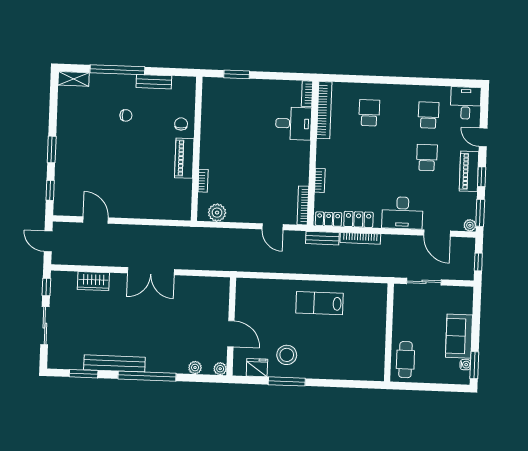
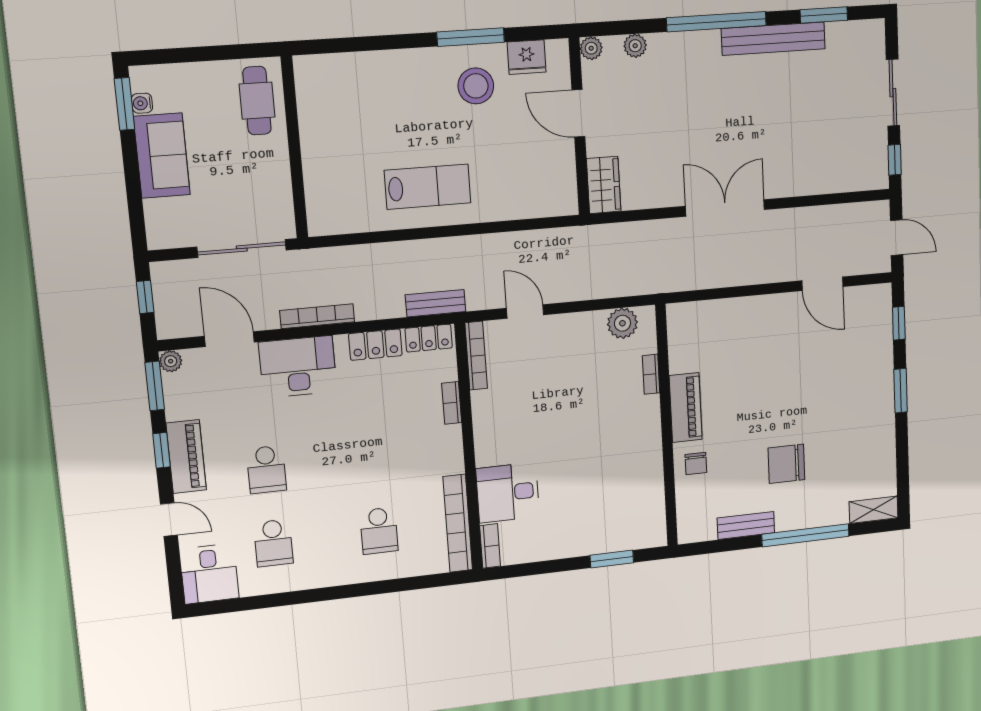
chair: (126, 115) -> (786, 464), width x1.87, depth x1.87
bookcase: (360, 238) -> (317, 316), moved
wardrobe: (93, 281) -> (604, 185), moved, turned 90
sliding door: (424, 282) -> (242, 248), width x1.37

